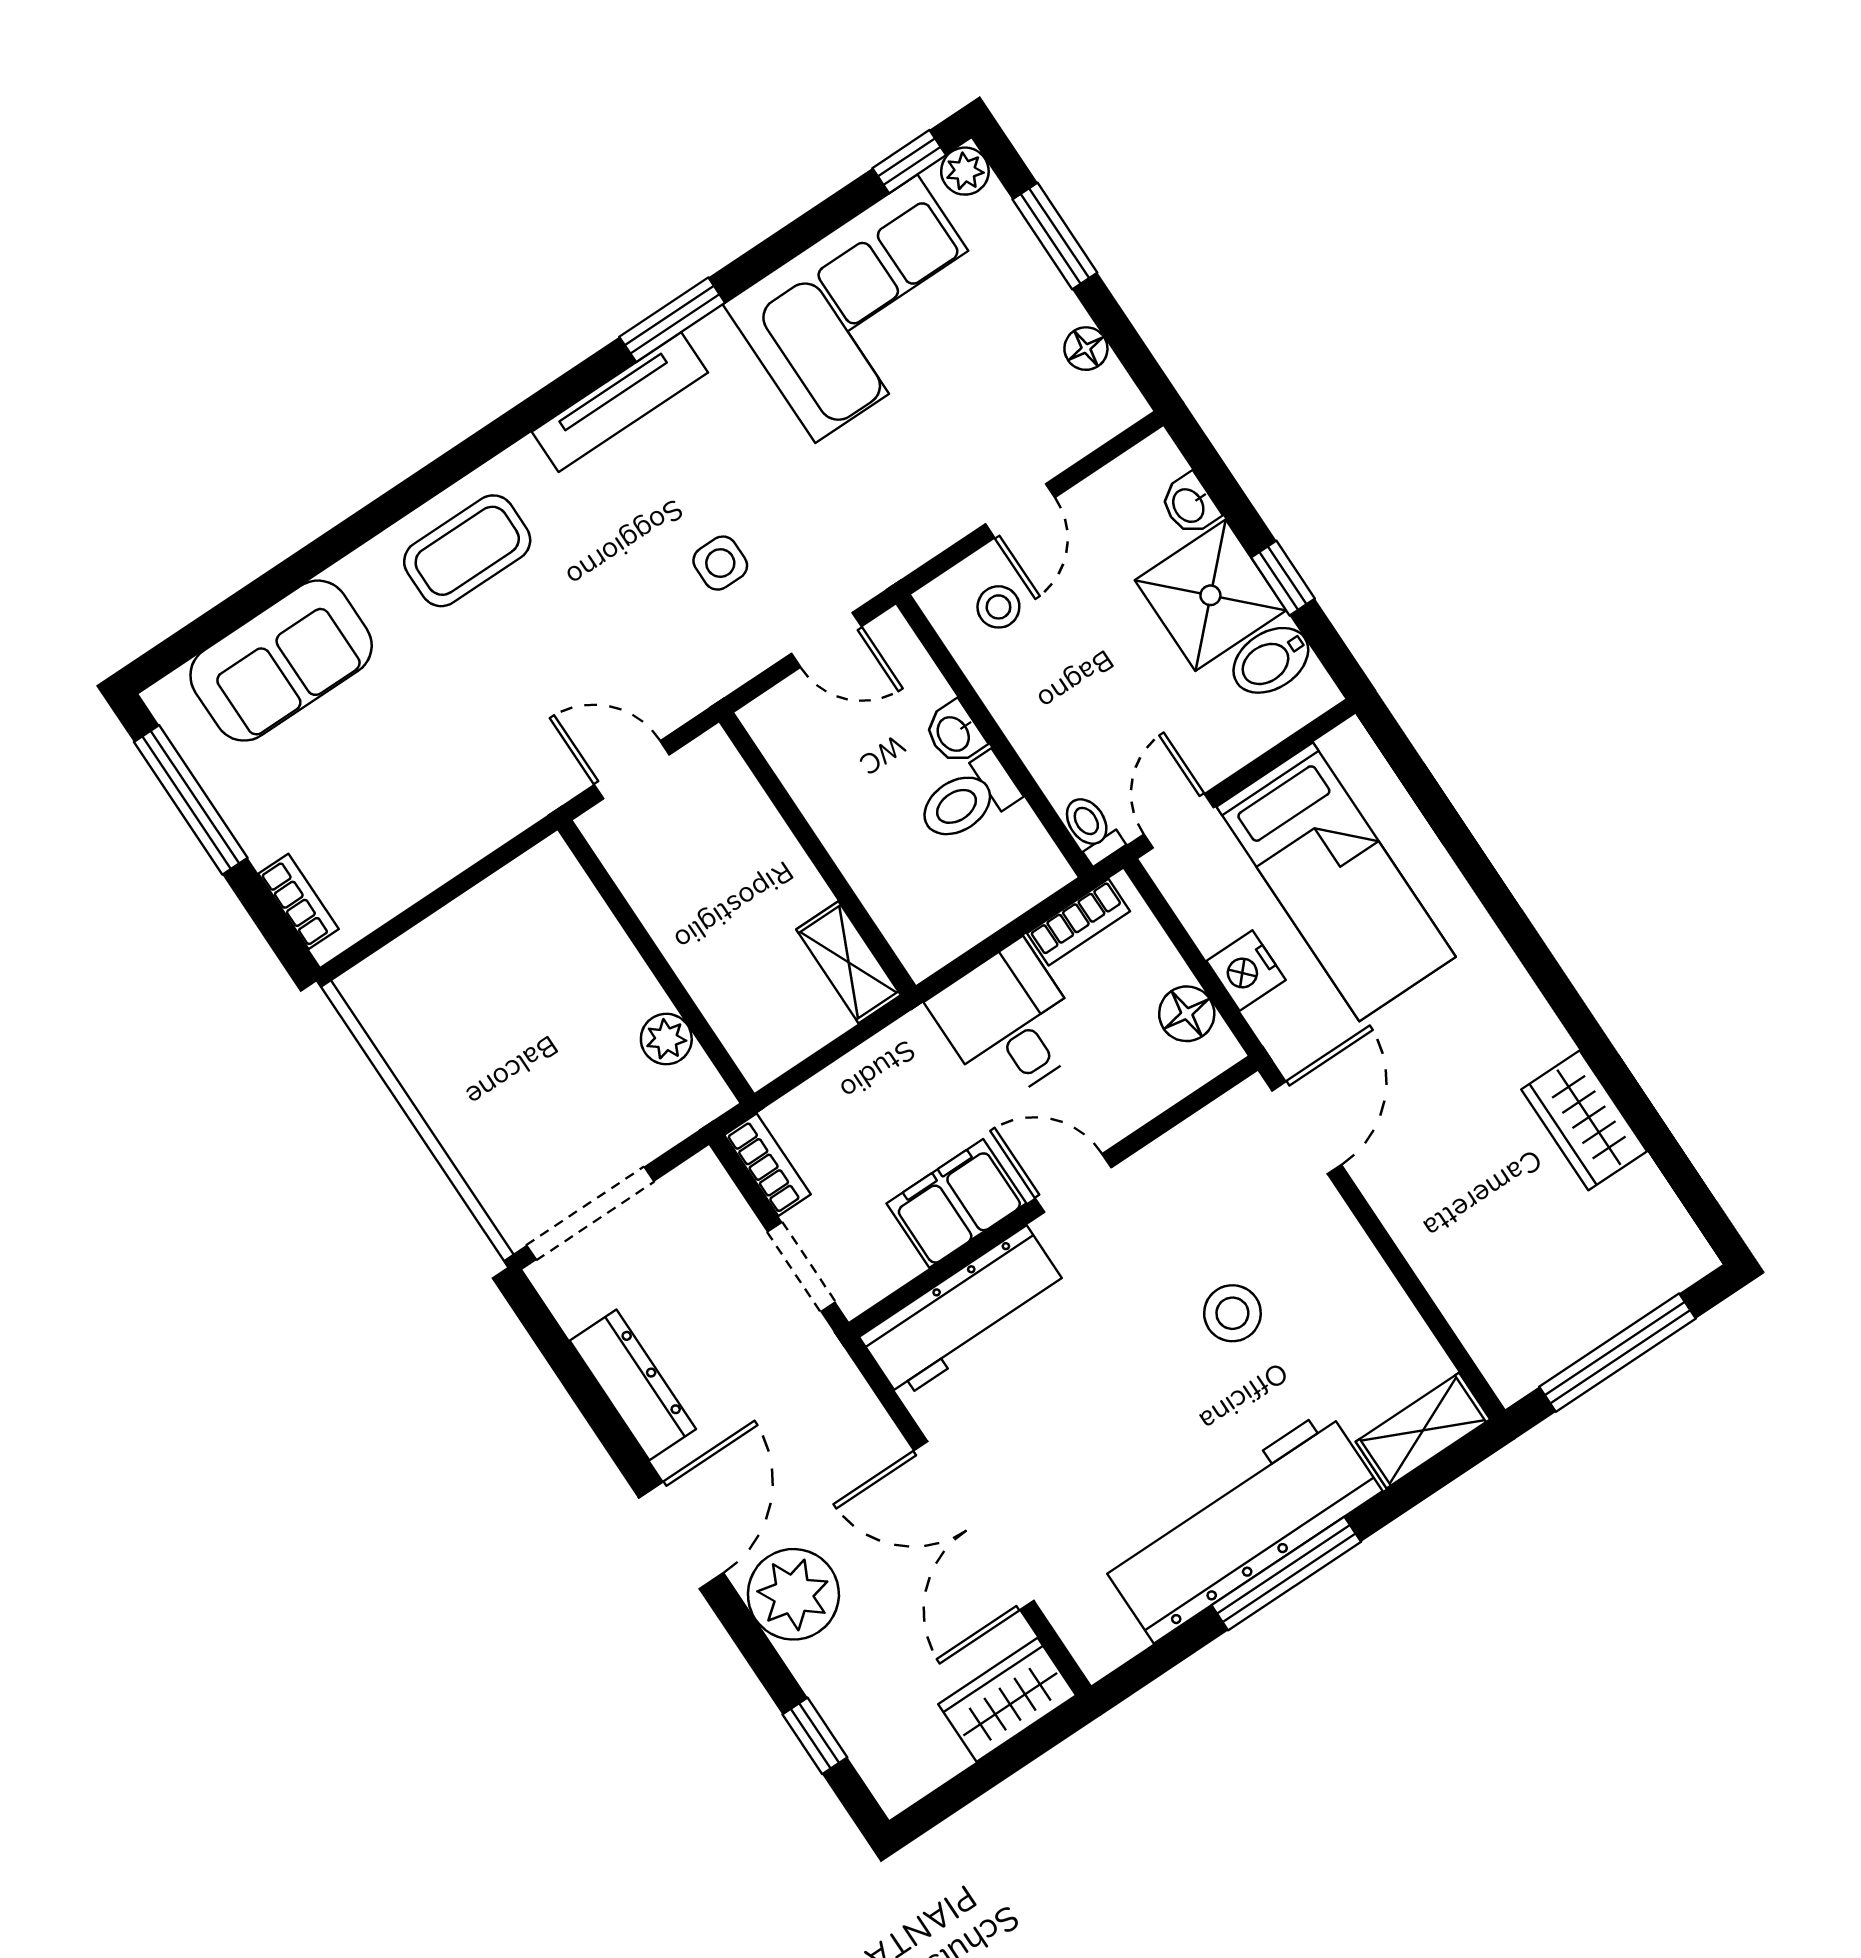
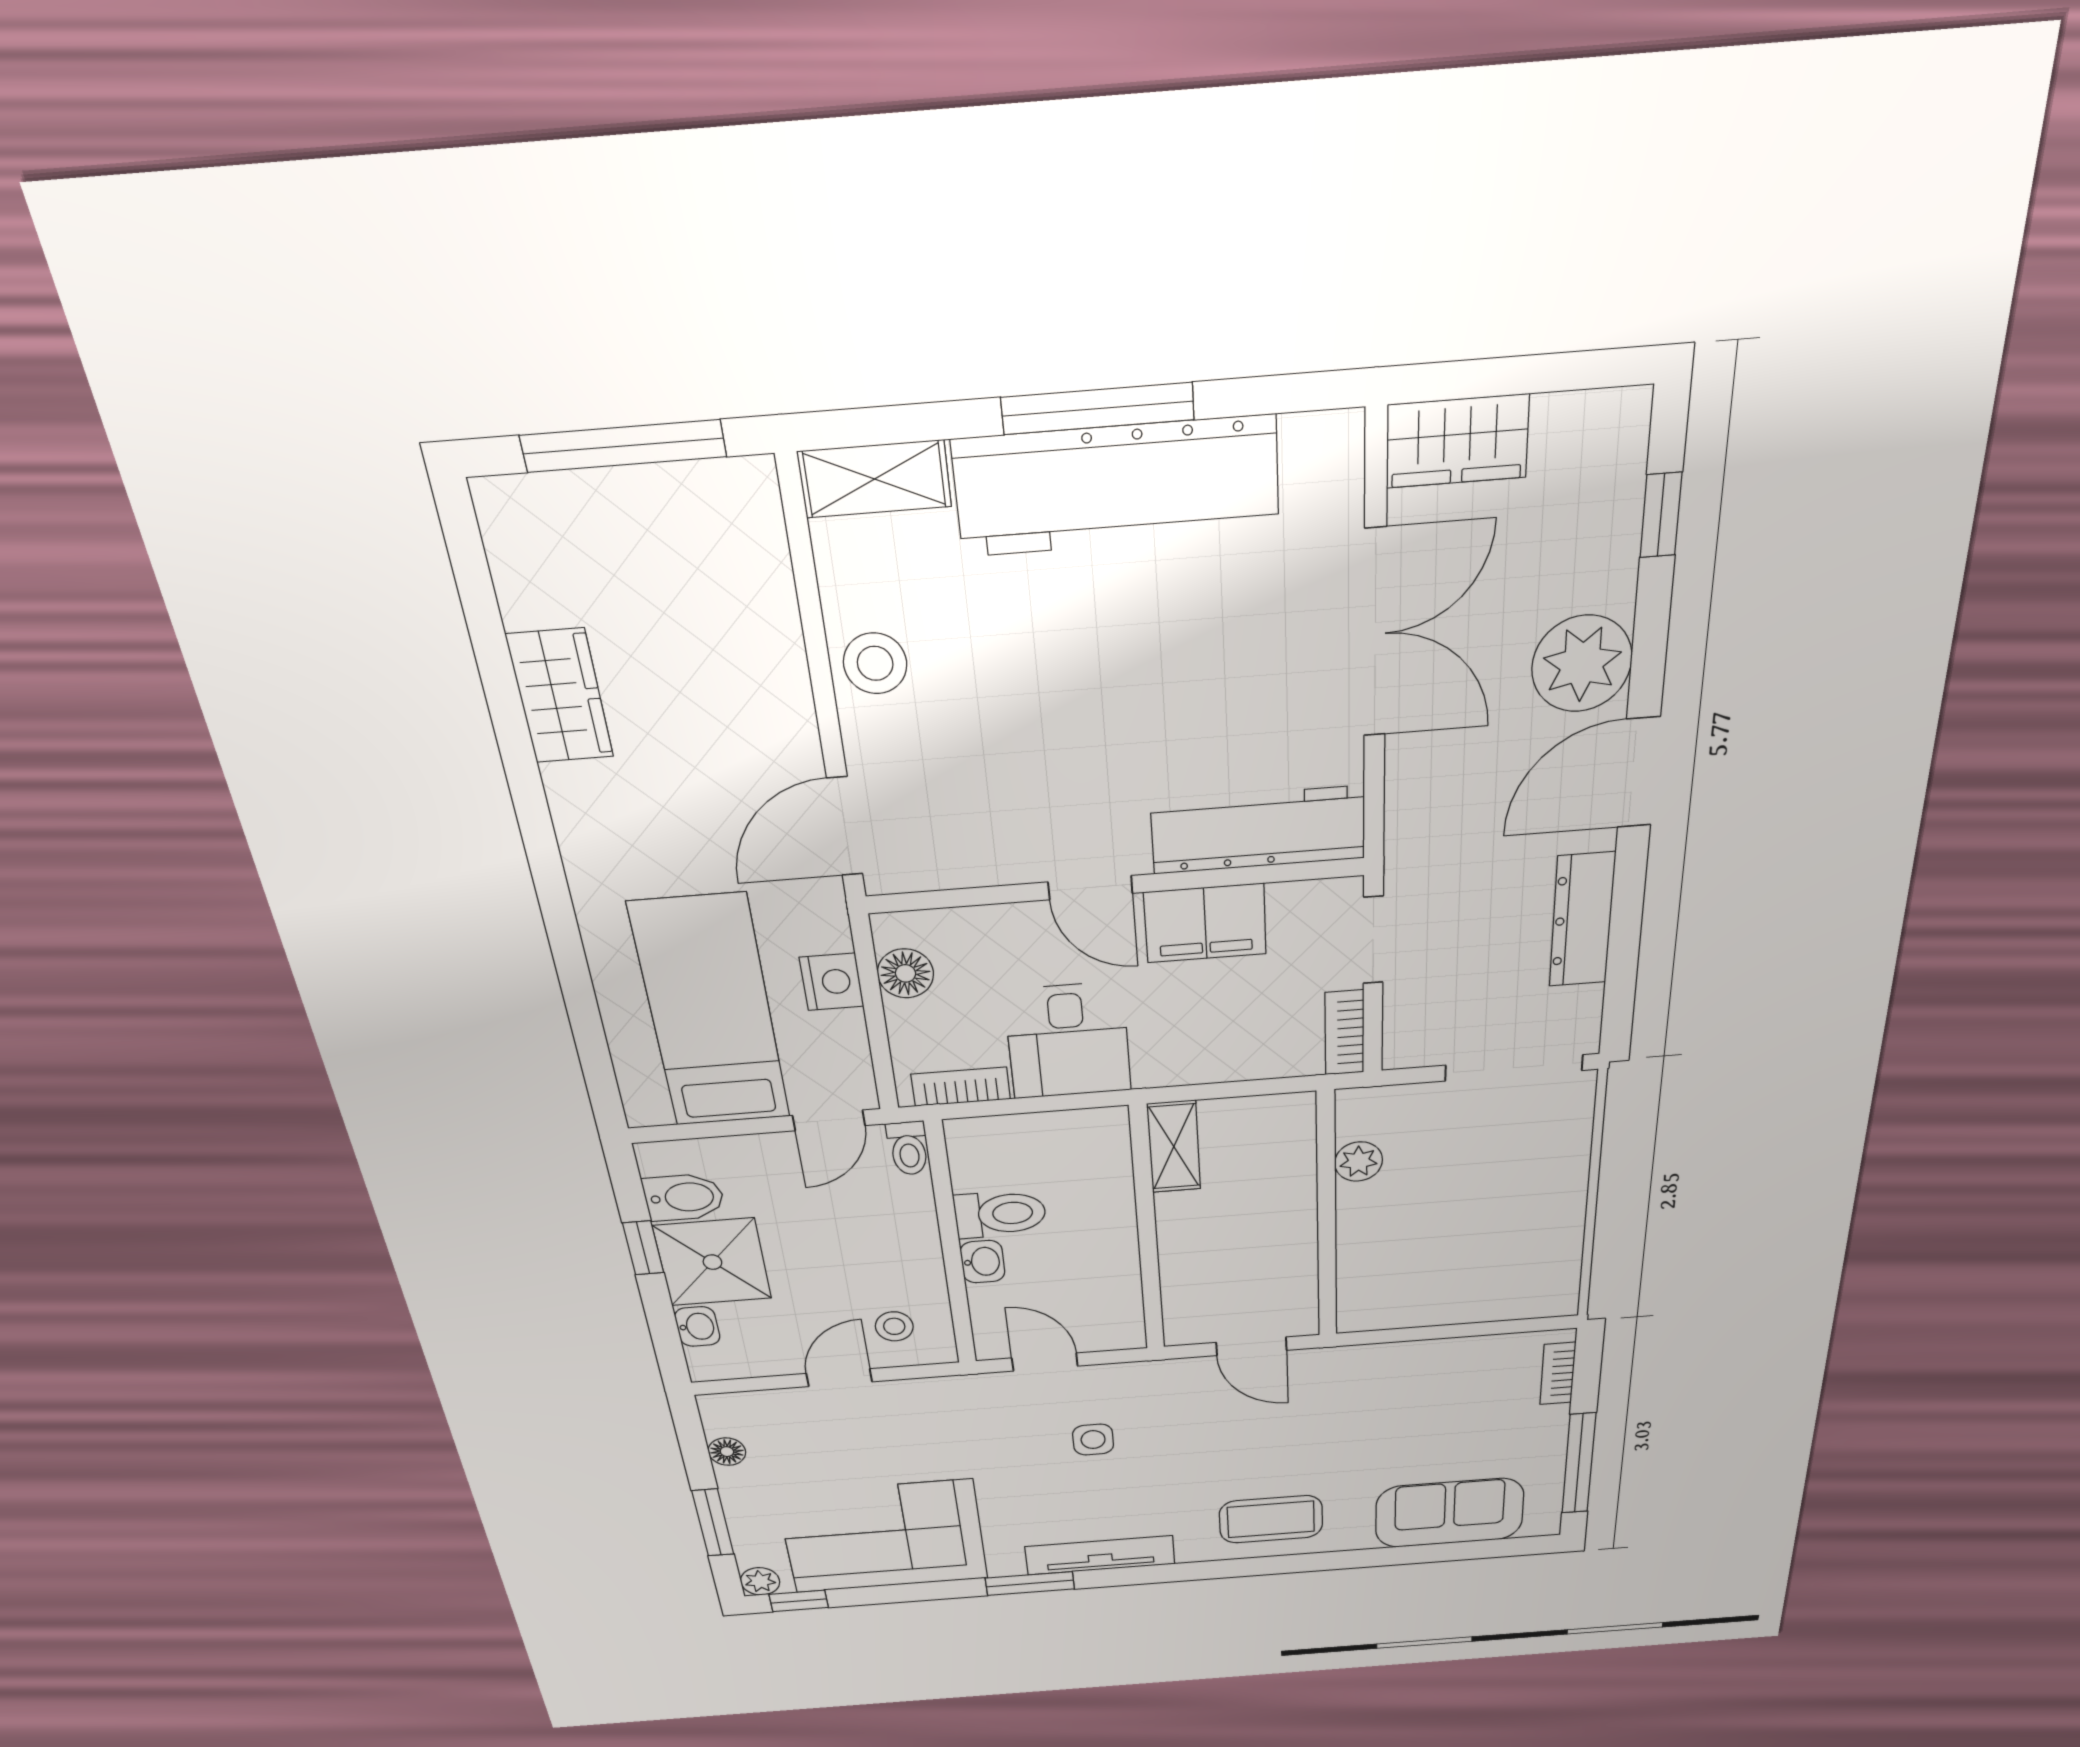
stool: (1232, 1313) -> (875, 663), moved

